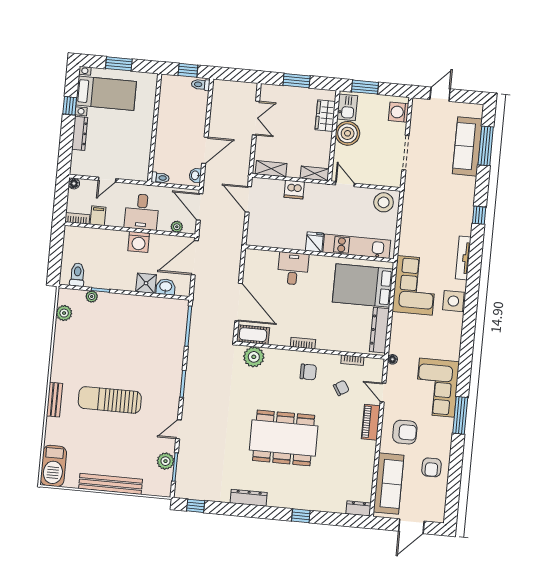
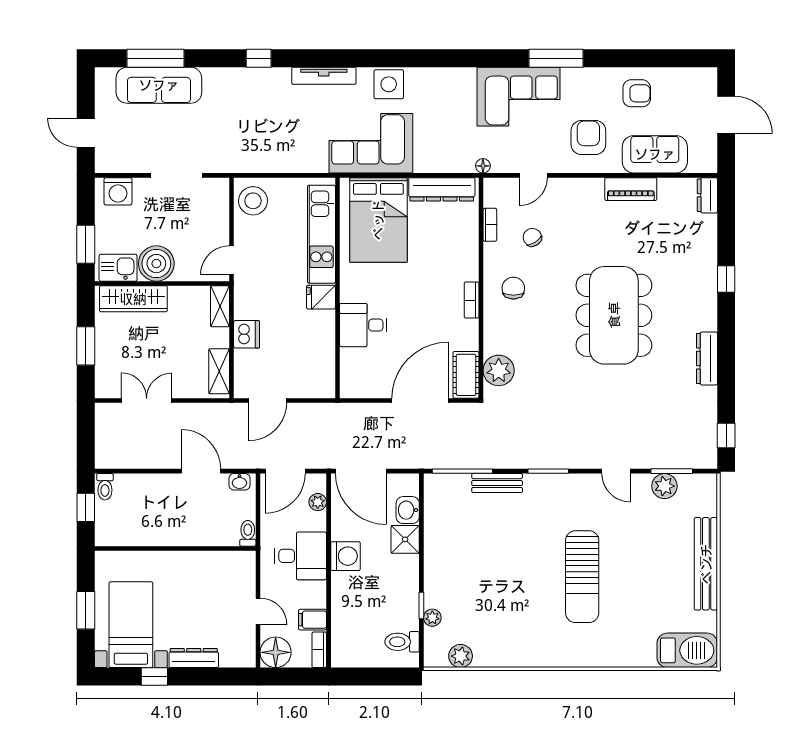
wardrobe: (325, 116) -> (133, 299), width x1.50
floor lamp: (74, 184) -> (276, 652), width x1.89, depth x1.89
bench: (54, 400) -> (497, 483), moved
piano: (371, 422) -> (631, 189), moved
sofa: (389, 484) -> (655, 154), width x0.73

